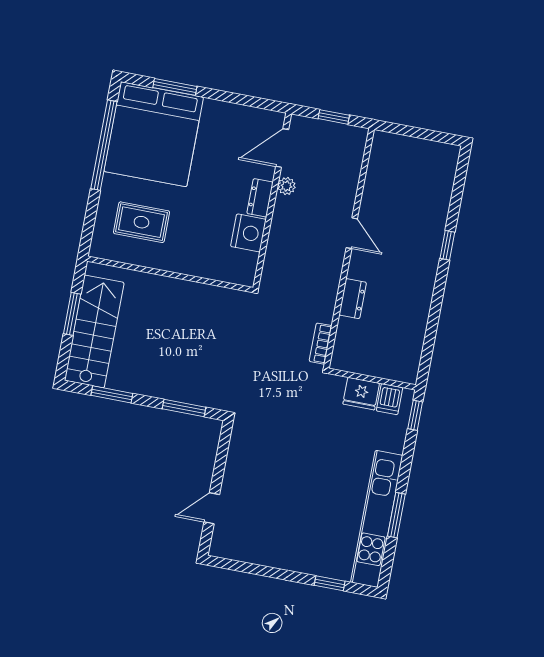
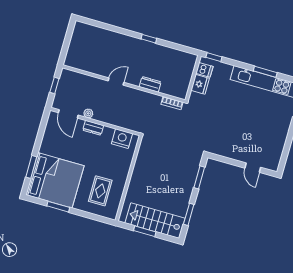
window: (104, 145) -> (58, 207), width x0.47
nightstand: (248, 233) -> (122, 139), moved
window: (447, 245) -> (149, 39), moved

